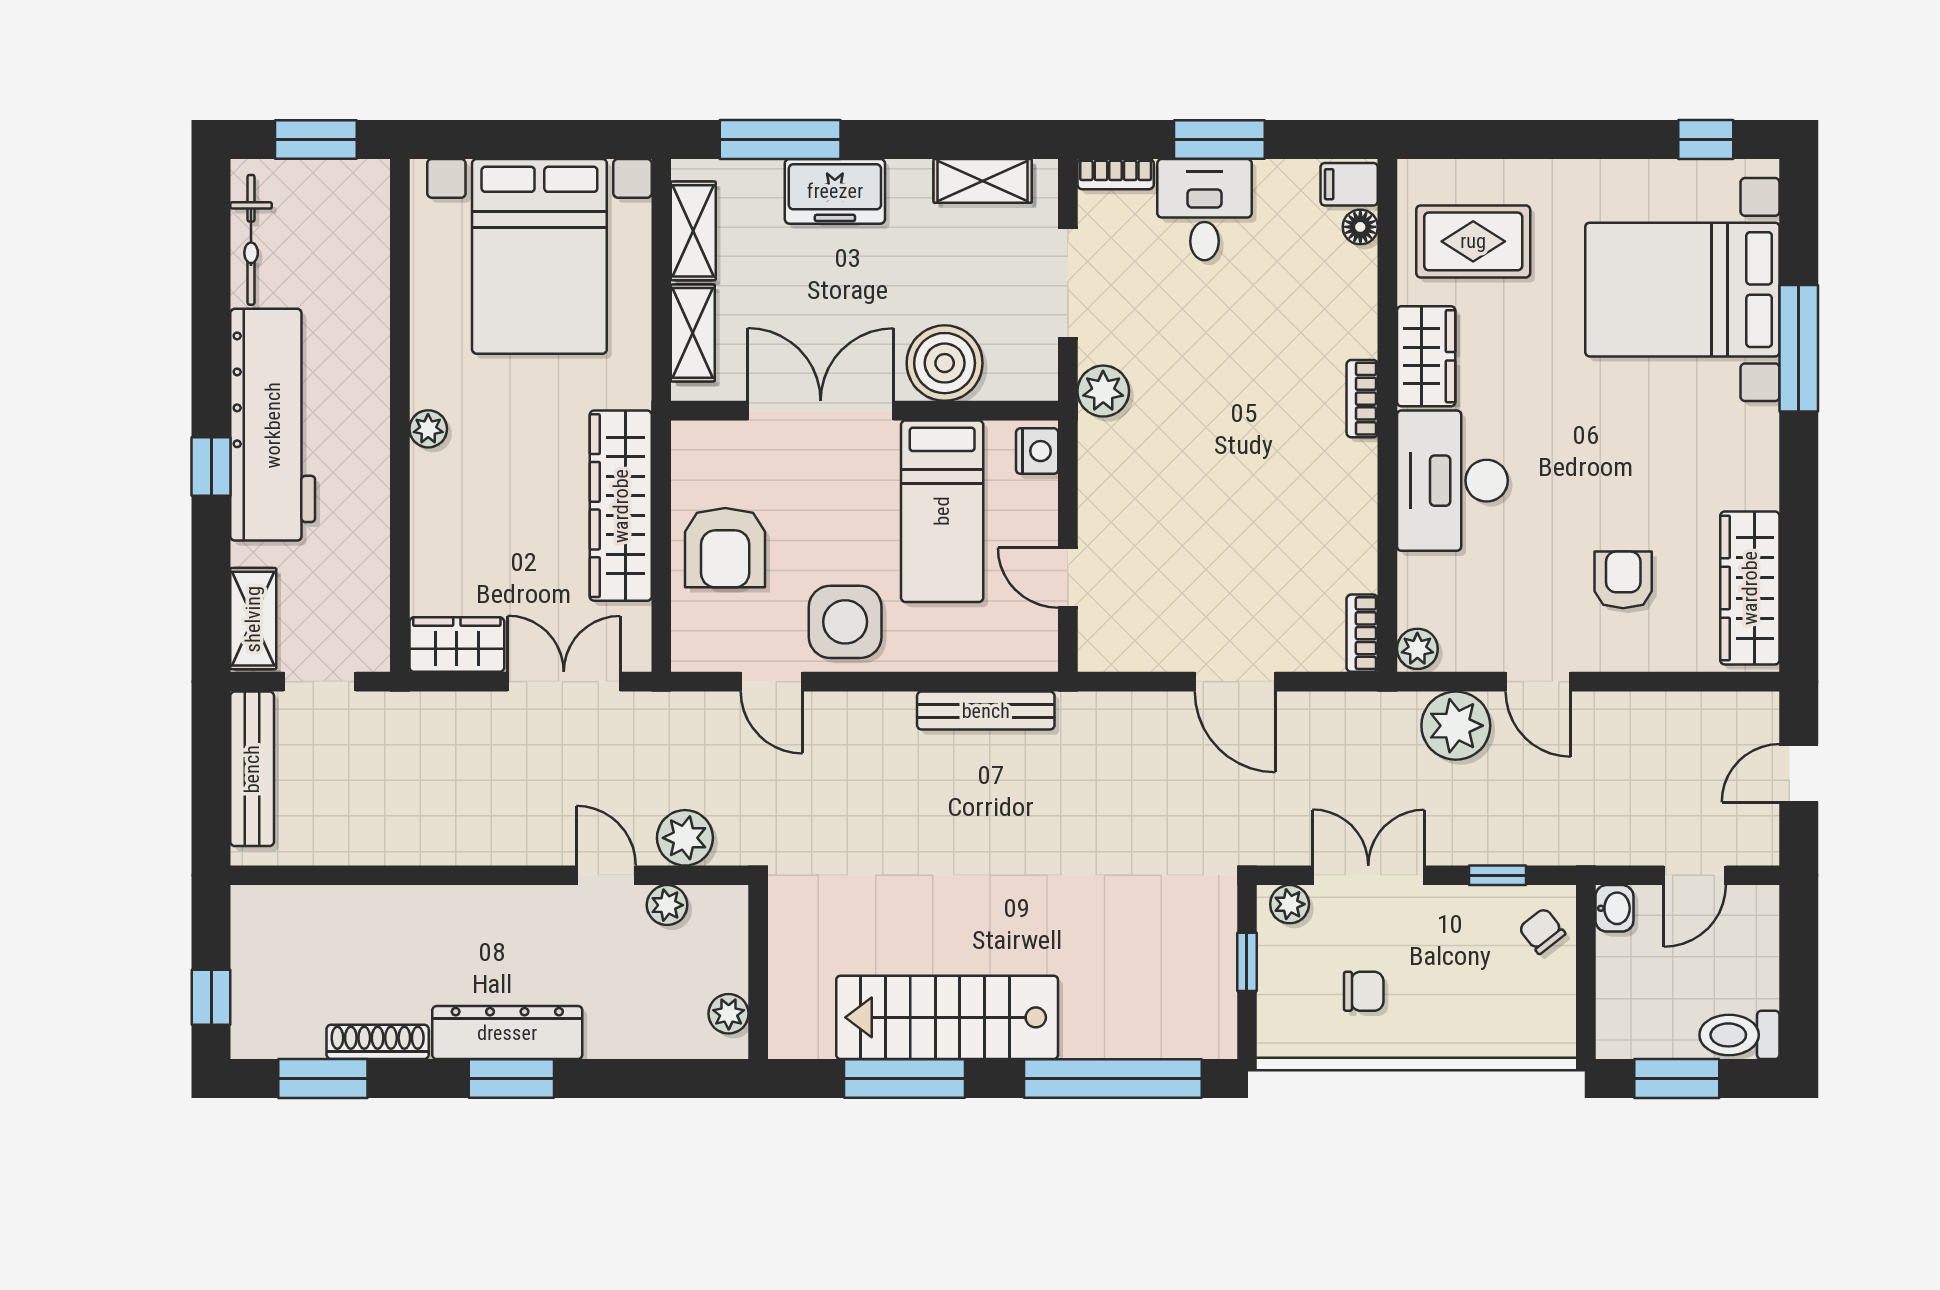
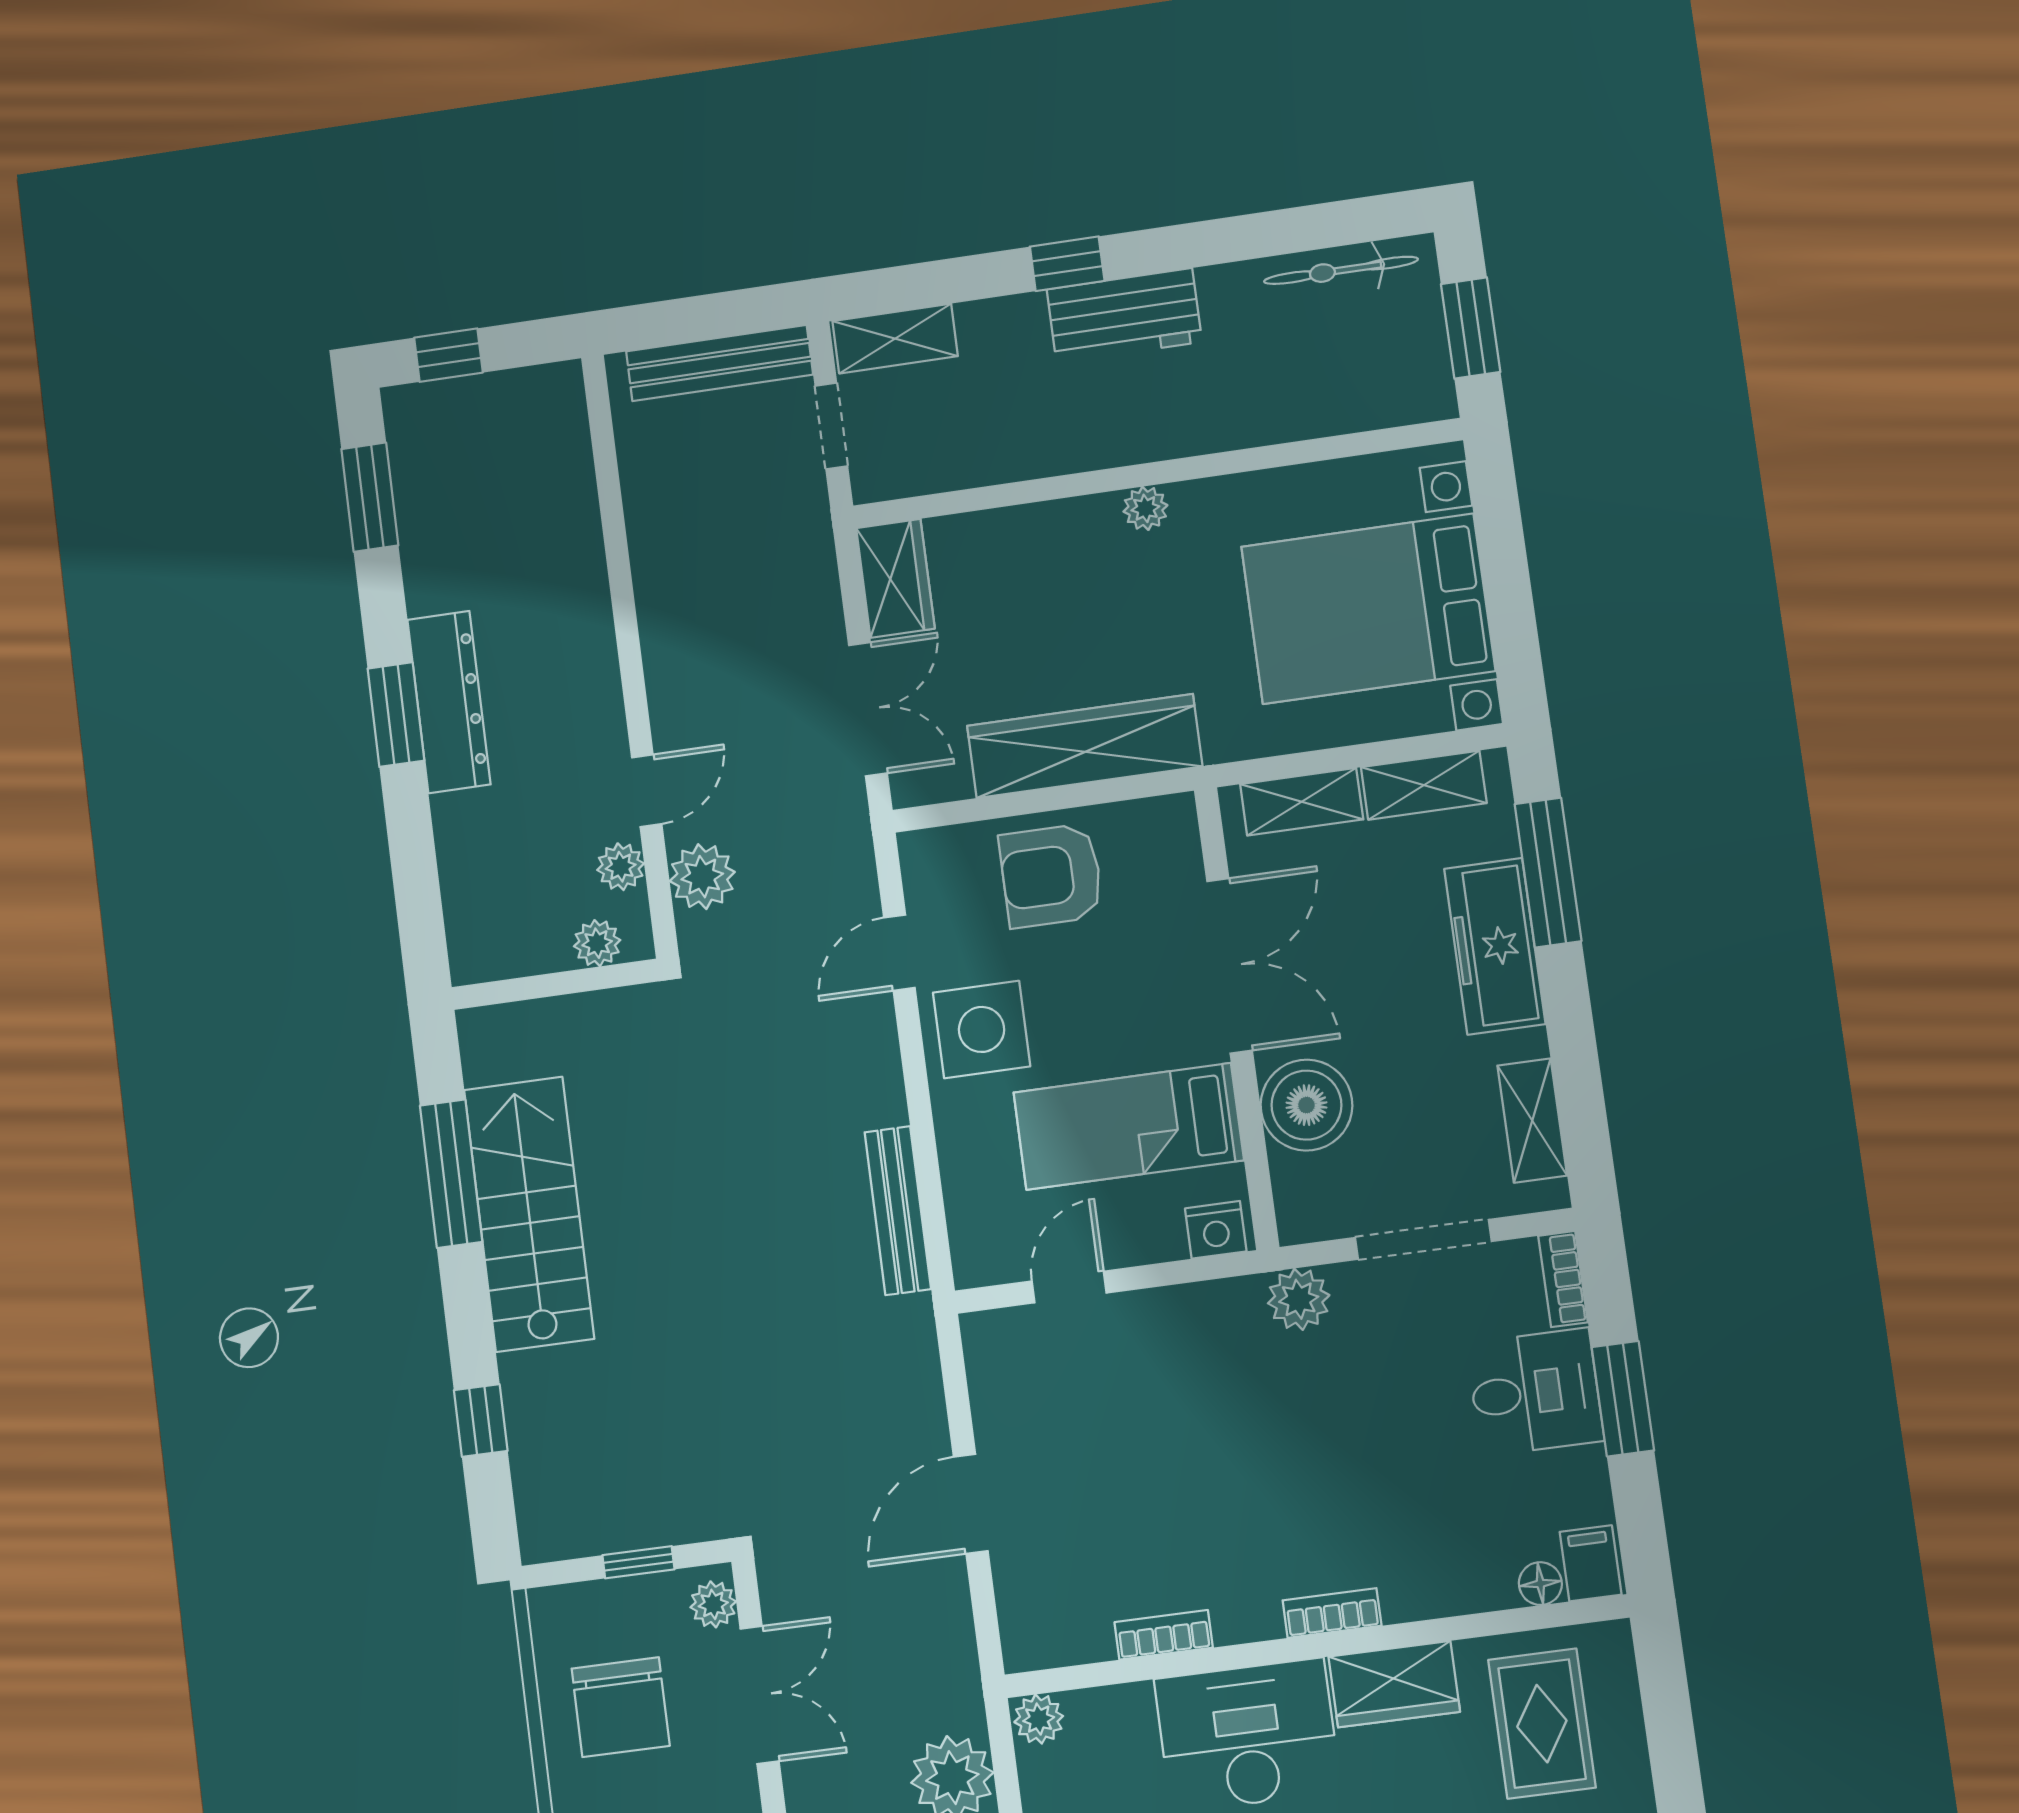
freezer: (835, 191) -> (1495, 946), width x1.40
workbench: (273, 425) -> (1124, 316), width x0.53, depth x0.76
bookcase: (1362, 633) -> (1164, 1635), moved
chair: (1364, 991) -> (621, 1707), width x1.87, depth x1.87
plant: (729, 1014) -> (597, 943), moved
shoe rack: (378, 1042) -> (420, 554), removed
window: (1113, 1079) -> (481, 1420), width x0.32

